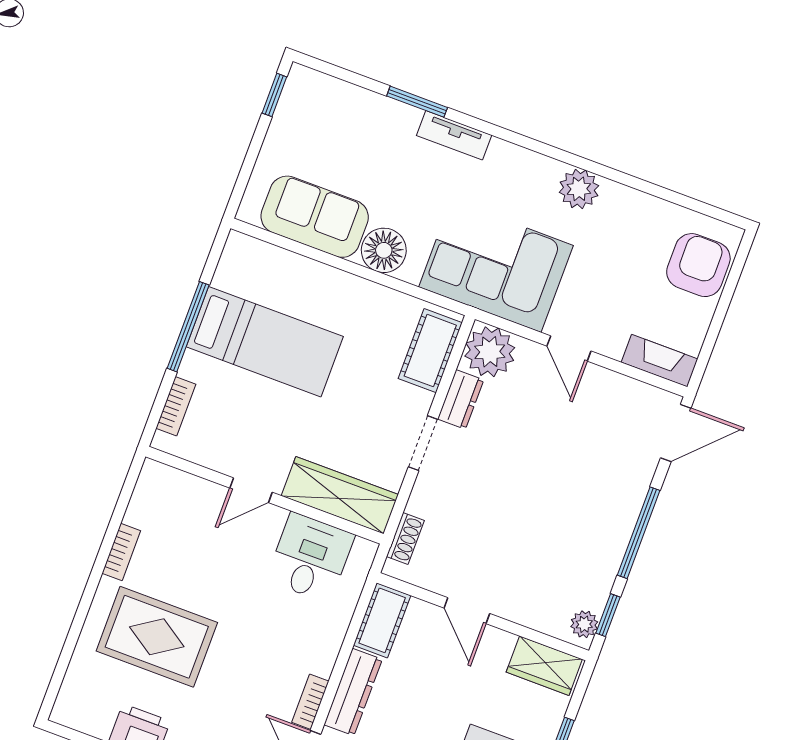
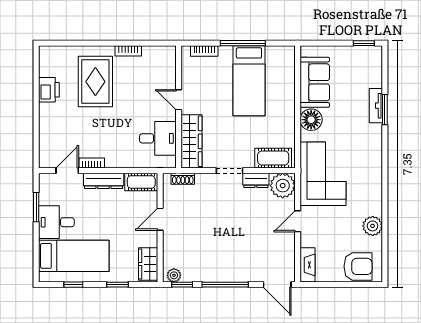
tv unit: (454, 135) -> (376, 106), moved
plant: (579, 189) -> (373, 226), moved

